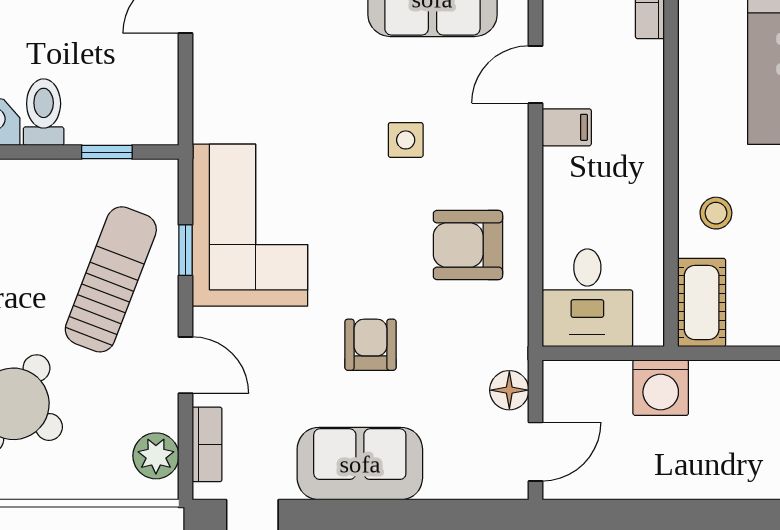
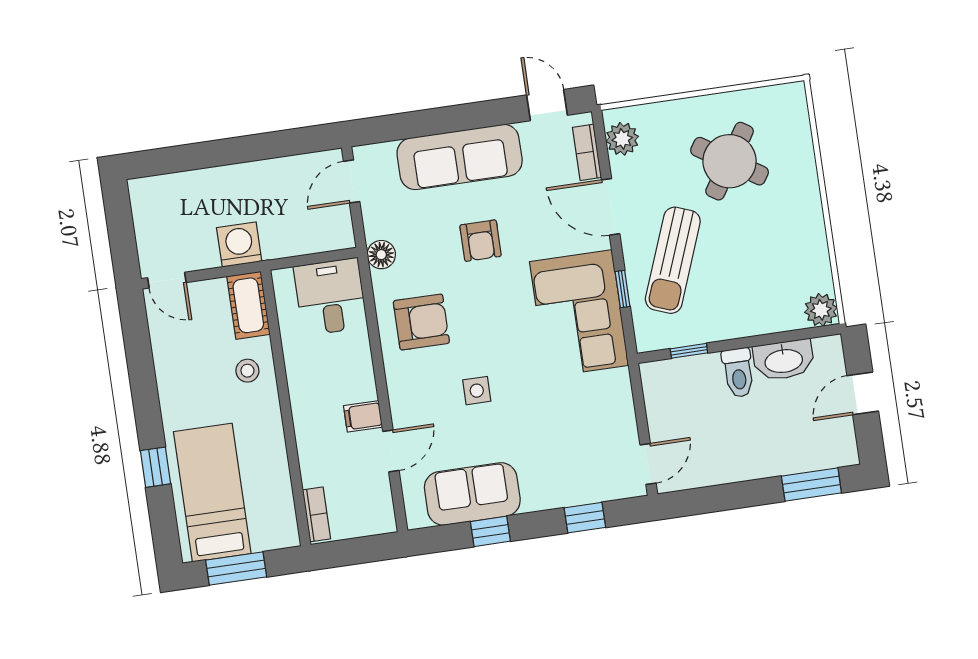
door: (186, 365) -> (611, 207), width x1.38
washing machine: (661, 388) -> (239, 245), moved
floor lamp: (509, 390) -> (381, 255), moved
sofa: (360, 464) -> (460, 157), width x1.36

